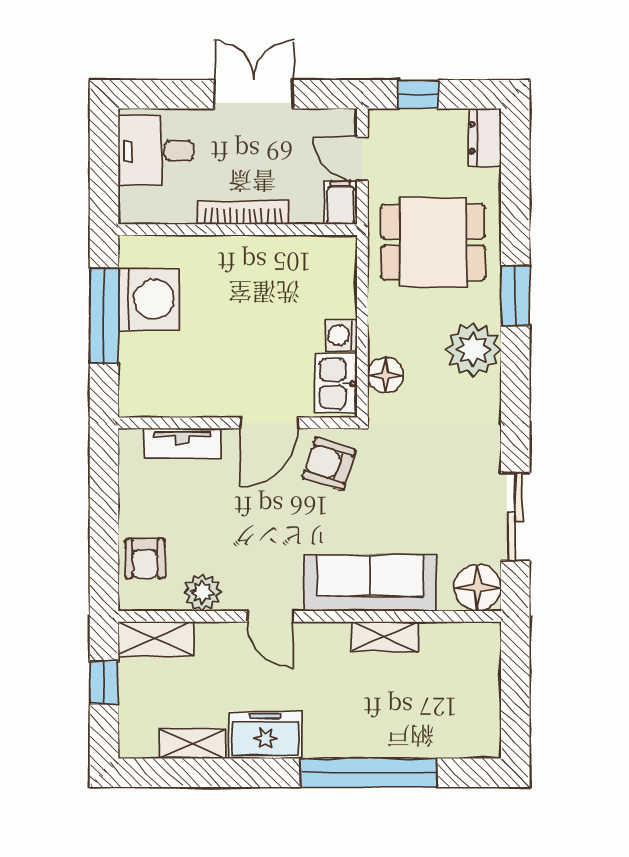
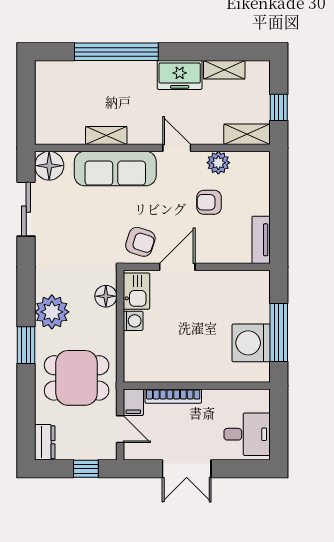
bookcase: (243, 213) -> (173, 396), moved
tv unit: (182, 443) -> (261, 240), moved, turned -90
armchair: (145, 559) -> (209, 202), moved, turned -90

